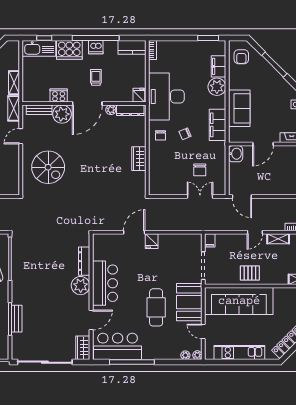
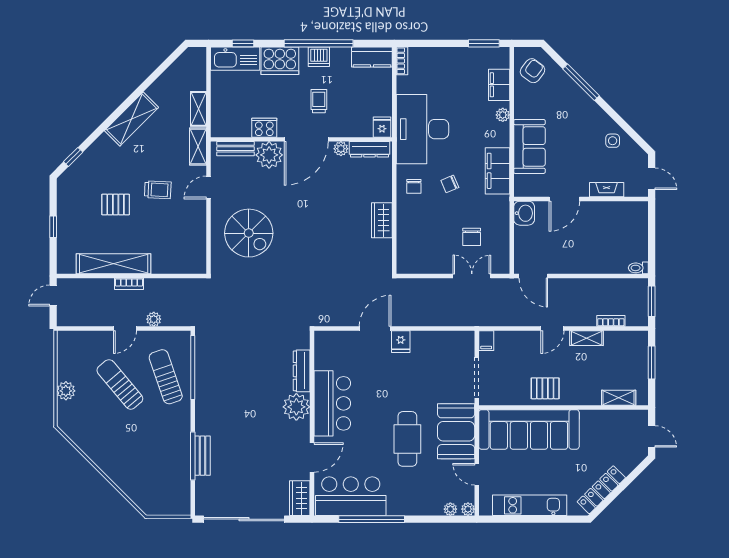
armchair: (241, 57) -> (533, 71), turned -143
plant: (217, 87) -> (503, 115), width x0.53, depth x0.53

